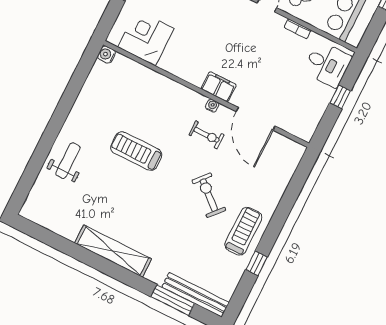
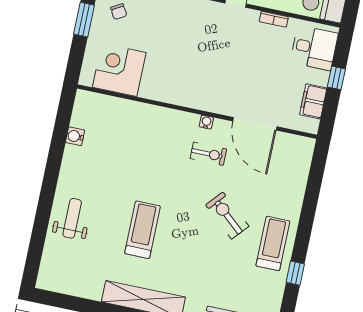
water cooler: (107, 55) -> (75, 136), moved
filing cabinet: (219, 87) -> (313, 101), moved, turned -90
treadmill: (136, 151) -> (142, 230), moved, turned 90

